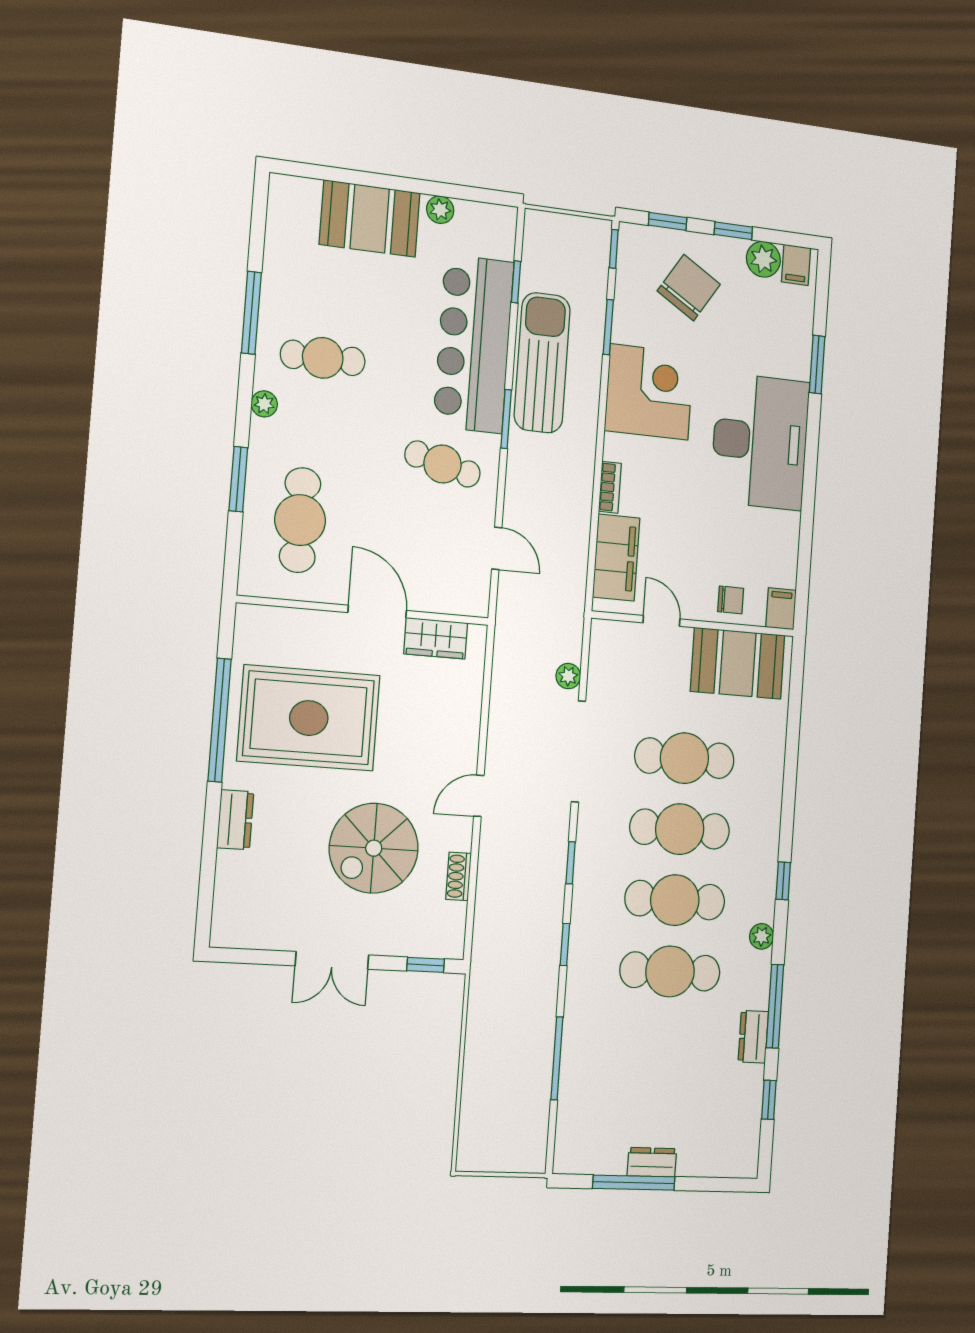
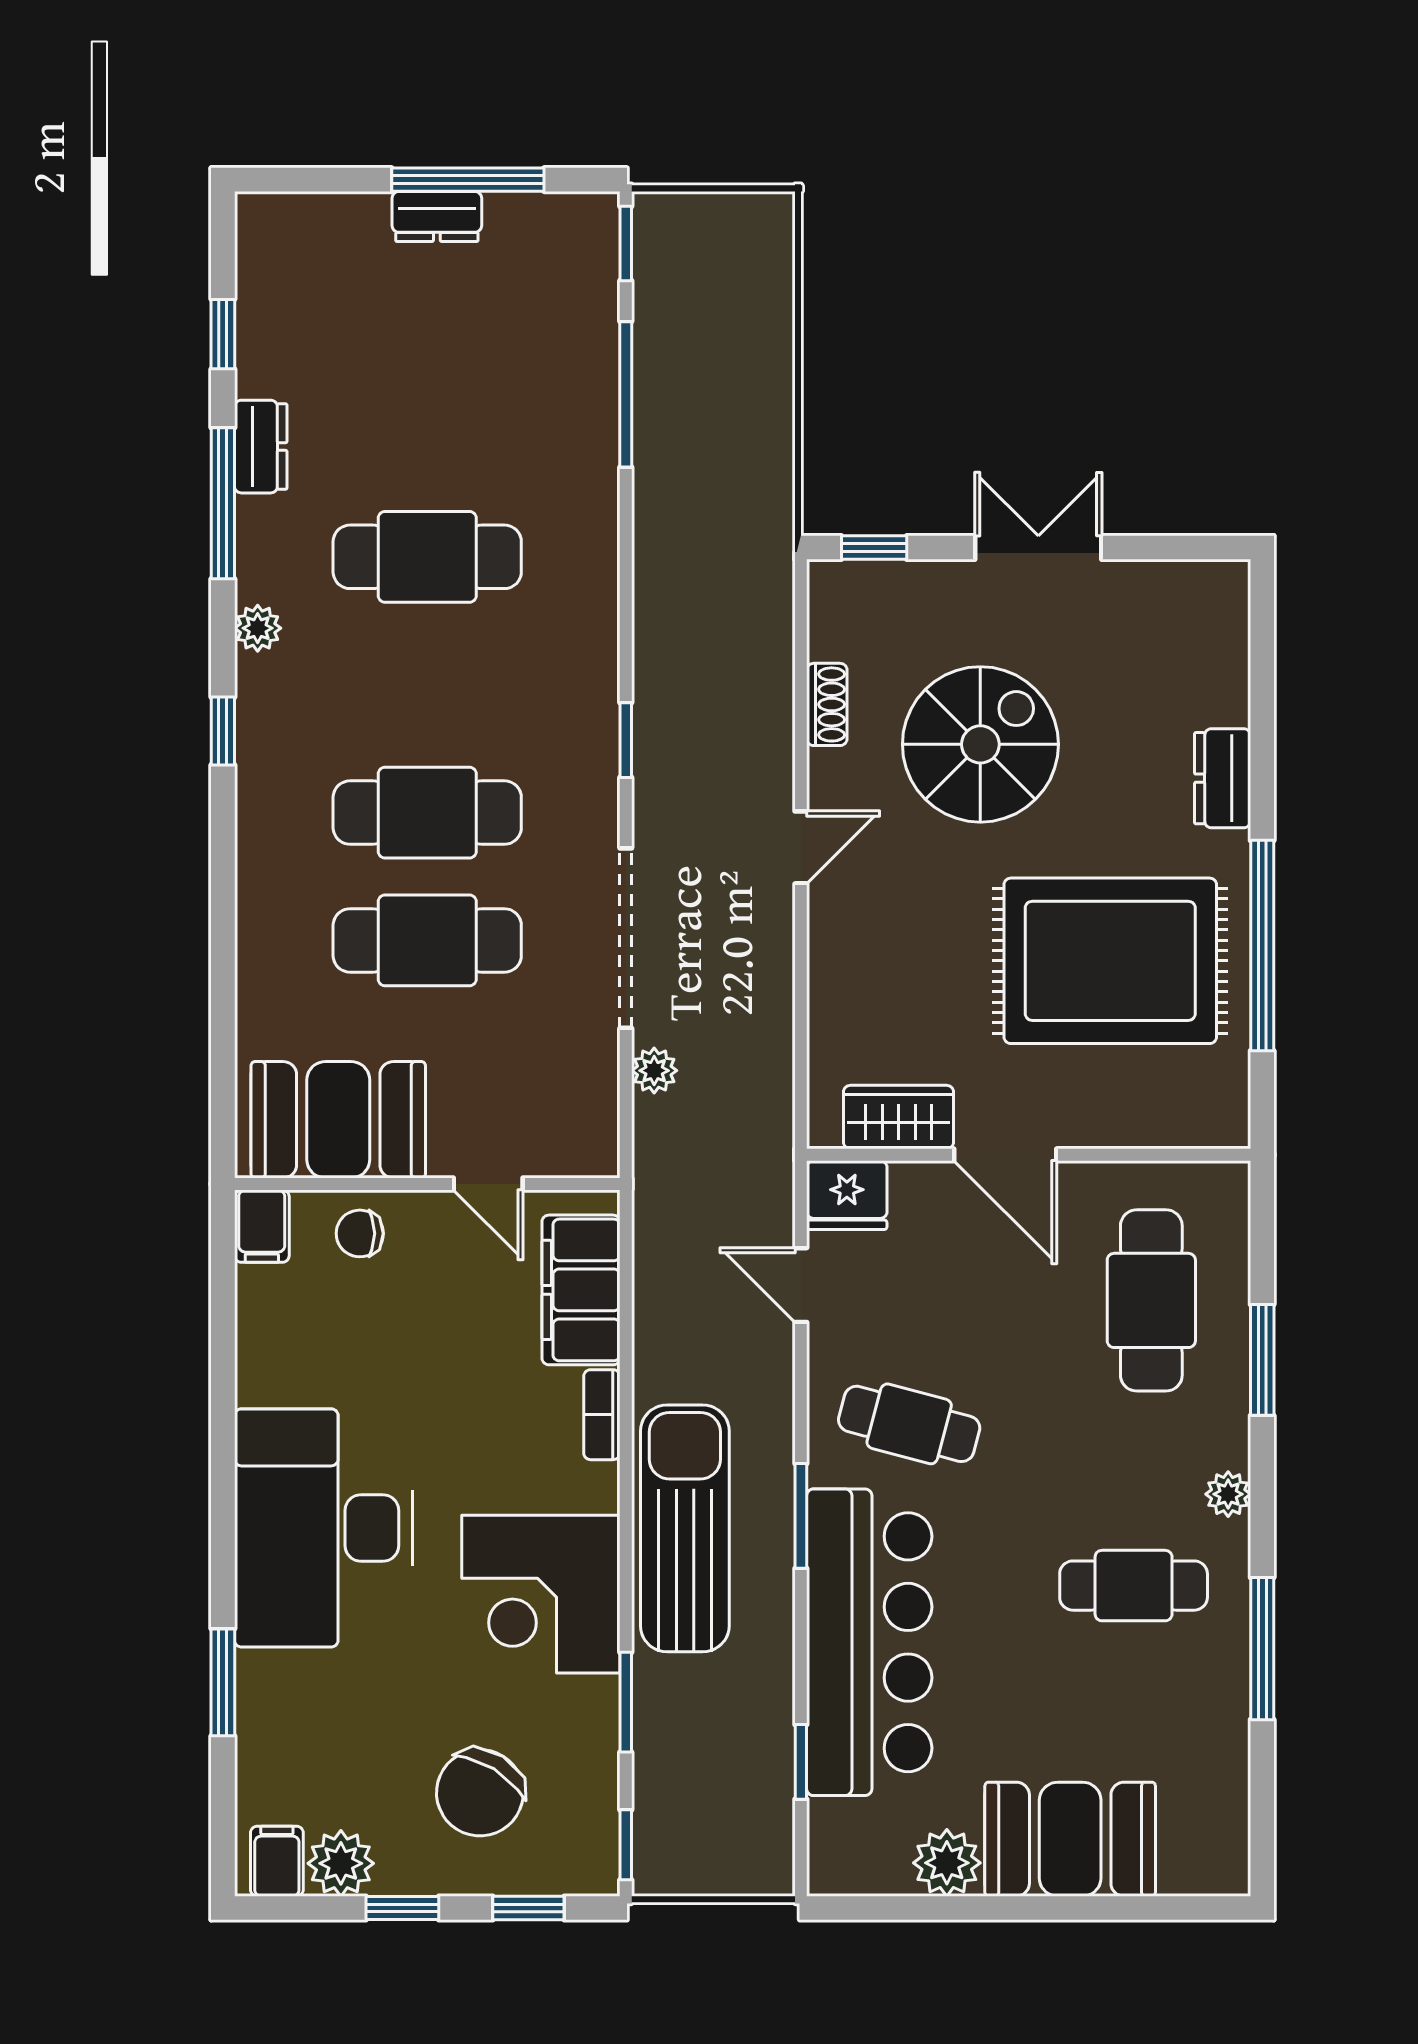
plant: (440, 210) -> (947, 1863), width x1.38, depth x1.38
sun lounger: (542, 363) -> (685, 1528), moved, turned 180
fridge: (468, 597) -> (847, 1195), added
cafe table: (675, 900) -> (427, 685), removed
window: (565, 944) -> (626, 243), moved

